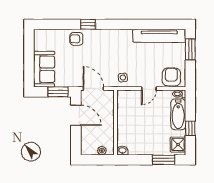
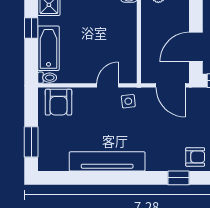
tv unit: (159, 36) -> (107, 161), moved
door: (149, 89) -> (108, 85), moved
door: (76, 115) -> (196, 47), hinge flipped

